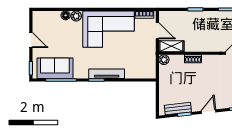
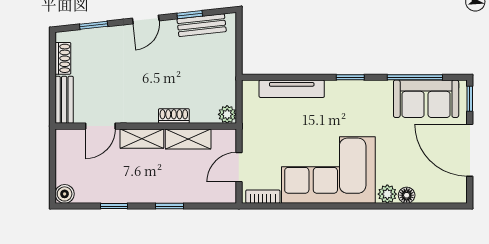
door: (157, 31) -> (239, 167), hinge flipped
door: (31, 40) -> (470, 150), width x1.88
shelving: (171, 46) -> (188, 139), moved
shelving: (211, 46) -> (142, 139), added
tv unit: (107, 74) -> (292, 89), moved

